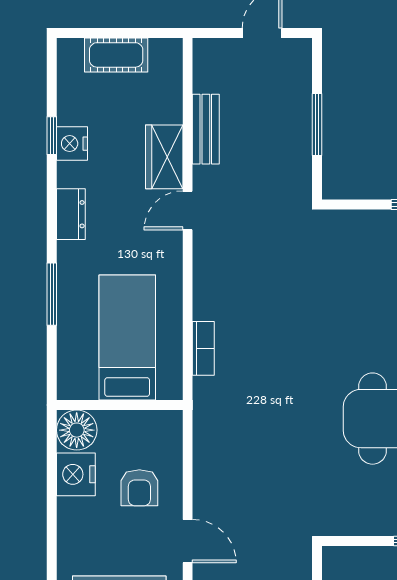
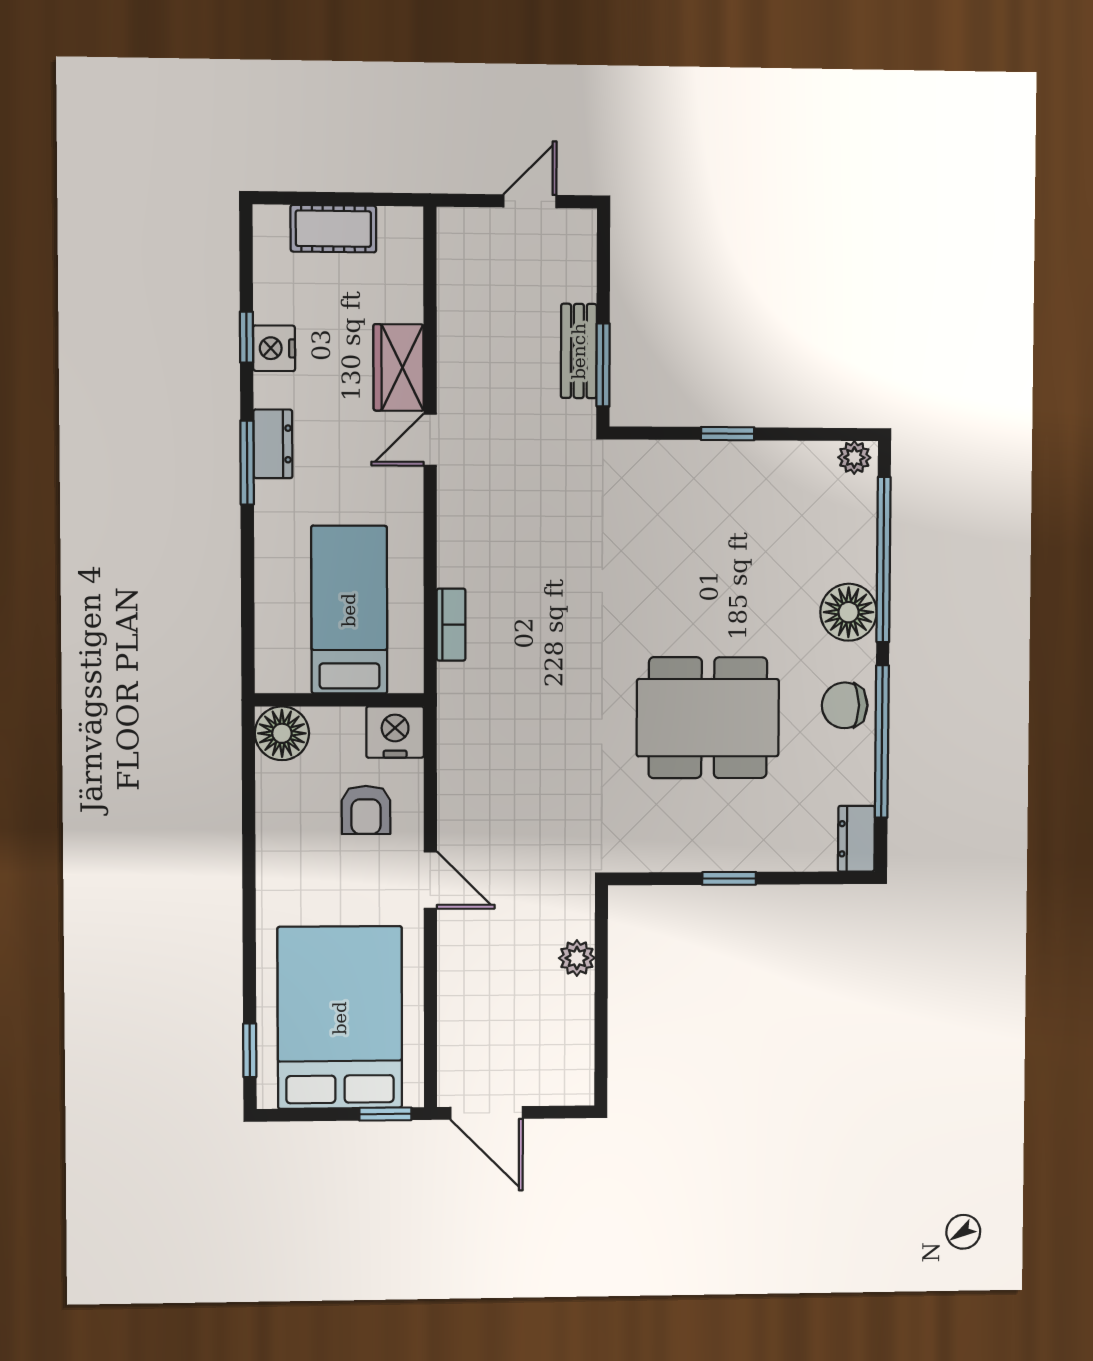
window: (317, 125) -> (603, 365), moved
bench: (206, 129) -> (579, 351), moved
window: (52, 294) -> (247, 463), moved
nightstand: (76, 474) -> (395, 732), moved, turned 90

